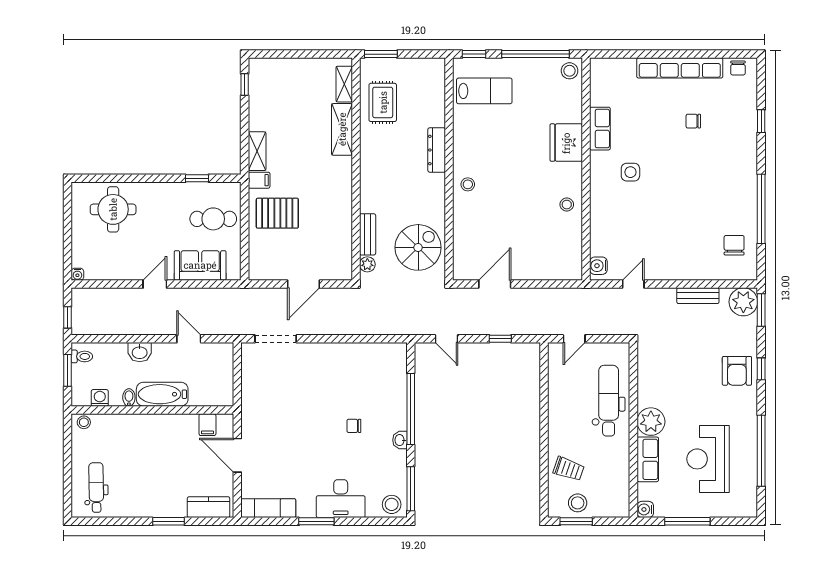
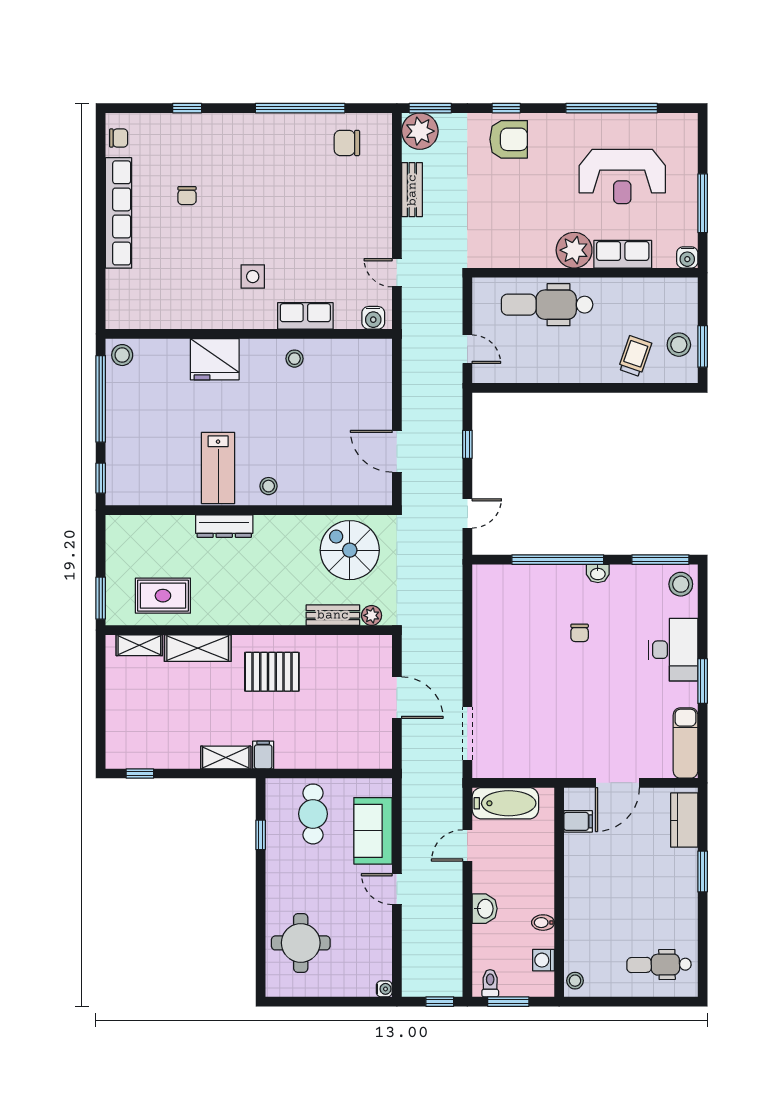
lab bench: (484, 91) -> (218, 468), moved, turned 180
row of seats: (600, 129) -> (305, 316), moved
pallet: (277, 213) -> (272, 672), moved, turned 90
bathtub: (162, 394) -> (505, 803), moved, turned -90

